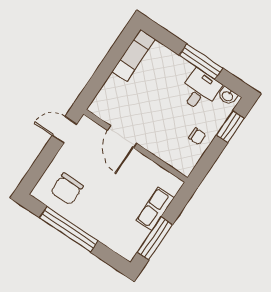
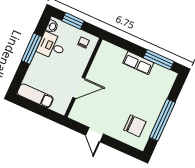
door: (122, 137) -> (79, 88), moved
wall: (135, 146) -> (83, 78), moved

